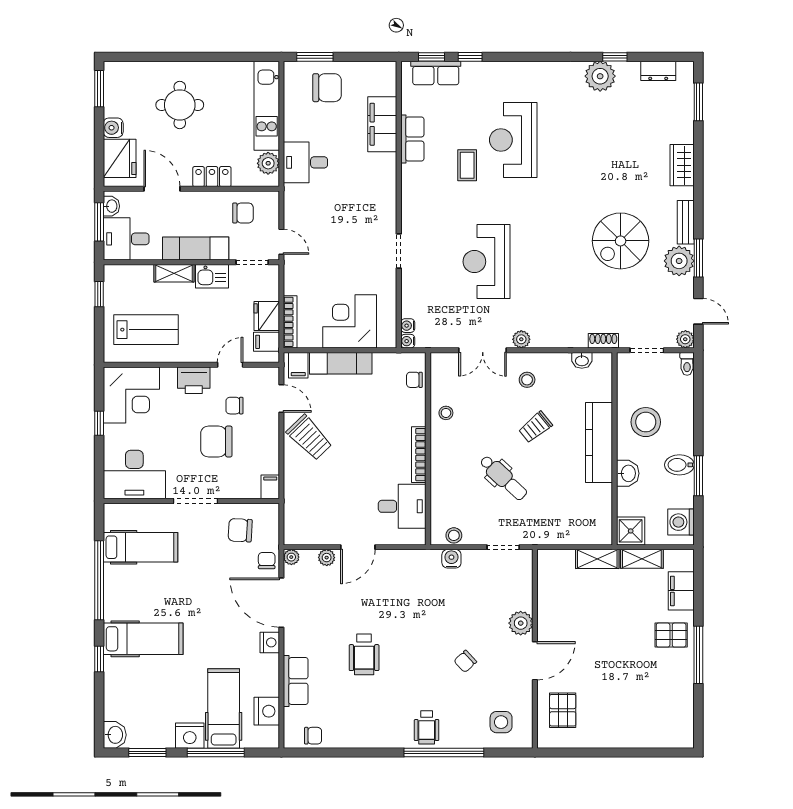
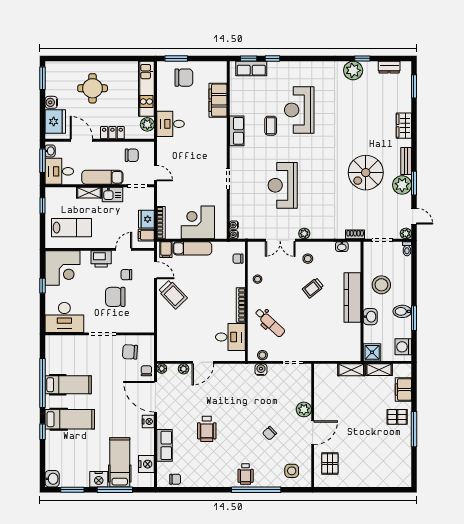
row of seats: (412, 139) -> (237, 131), moved
dental chair: (503, 478) -> (270, 323), moved
filing cabinet: (270, 487) -> (149, 325), removed
hospital bed: (140, 547) -> (68, 385), moved

